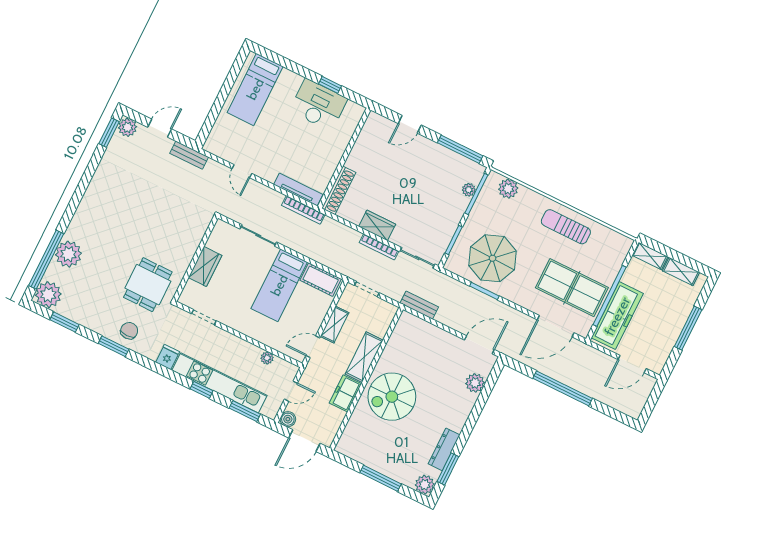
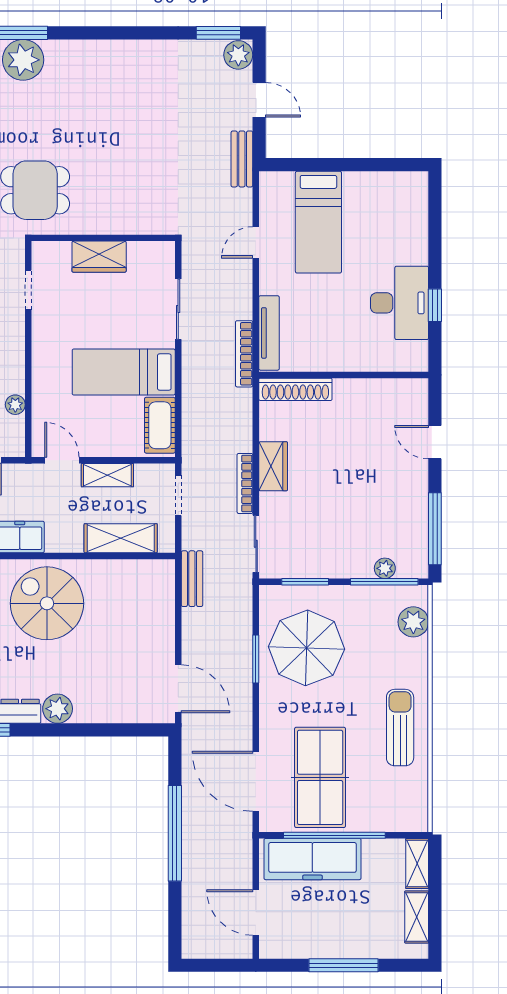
bed: (255, 89) -> (318, 222), moved, turned -90
shelving: (364, 357) -> (121, 538), moved
plant: (475, 383) -> (58, 709), moved

